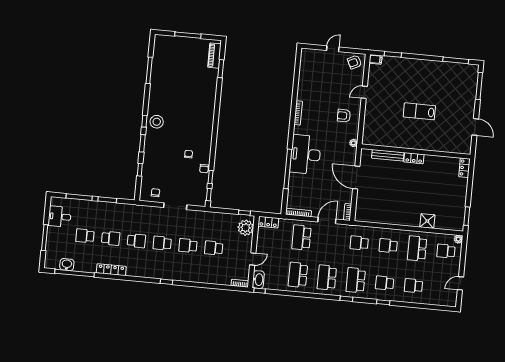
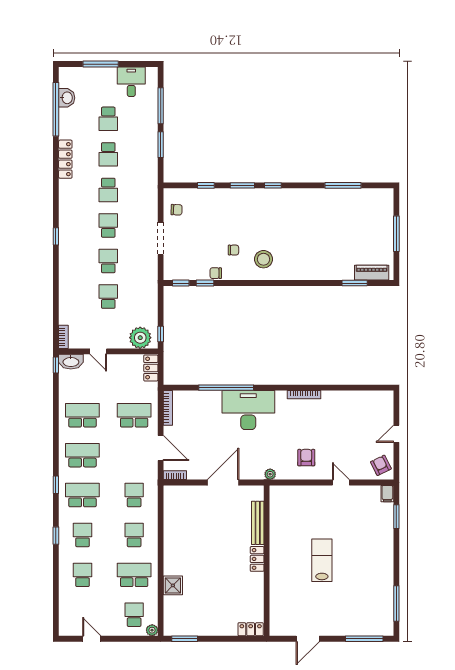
door: (333, 49) -> (396, 434), swing flipped
stool: (157, 122) -> (264, 259), moved
school desk: (85, 236) -> (108, 119), turned 180

